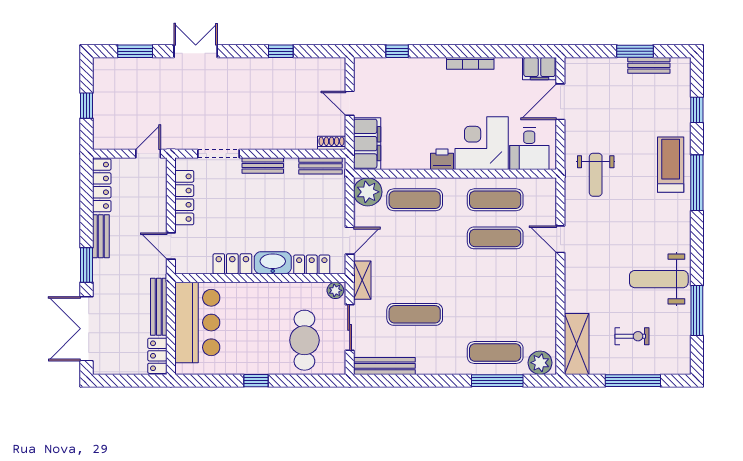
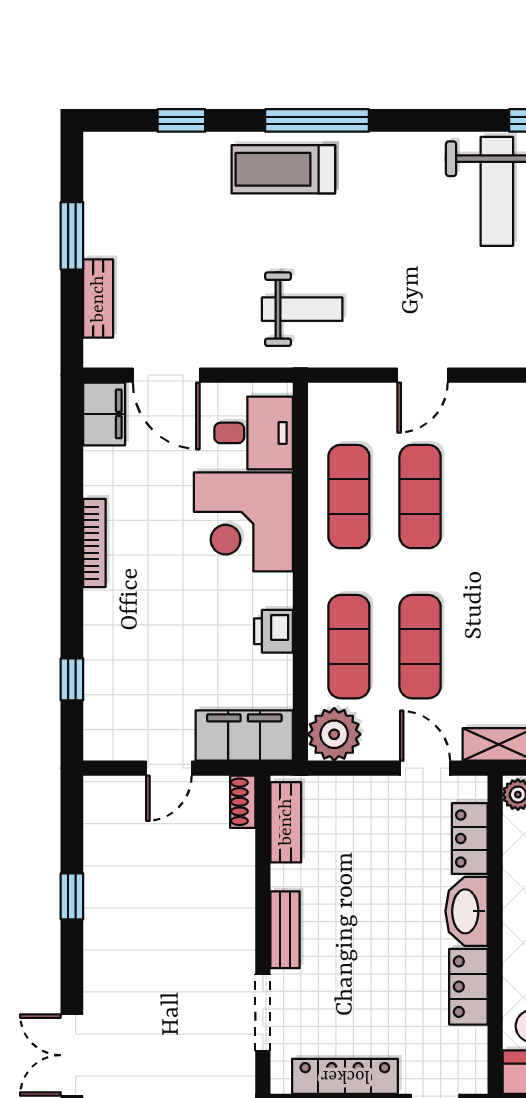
bench: (649, 65) -> (98, 299), moved
printer: (442, 159) -> (273, 631), moved
exercise mat: (415, 238) -> (420, 647), added

